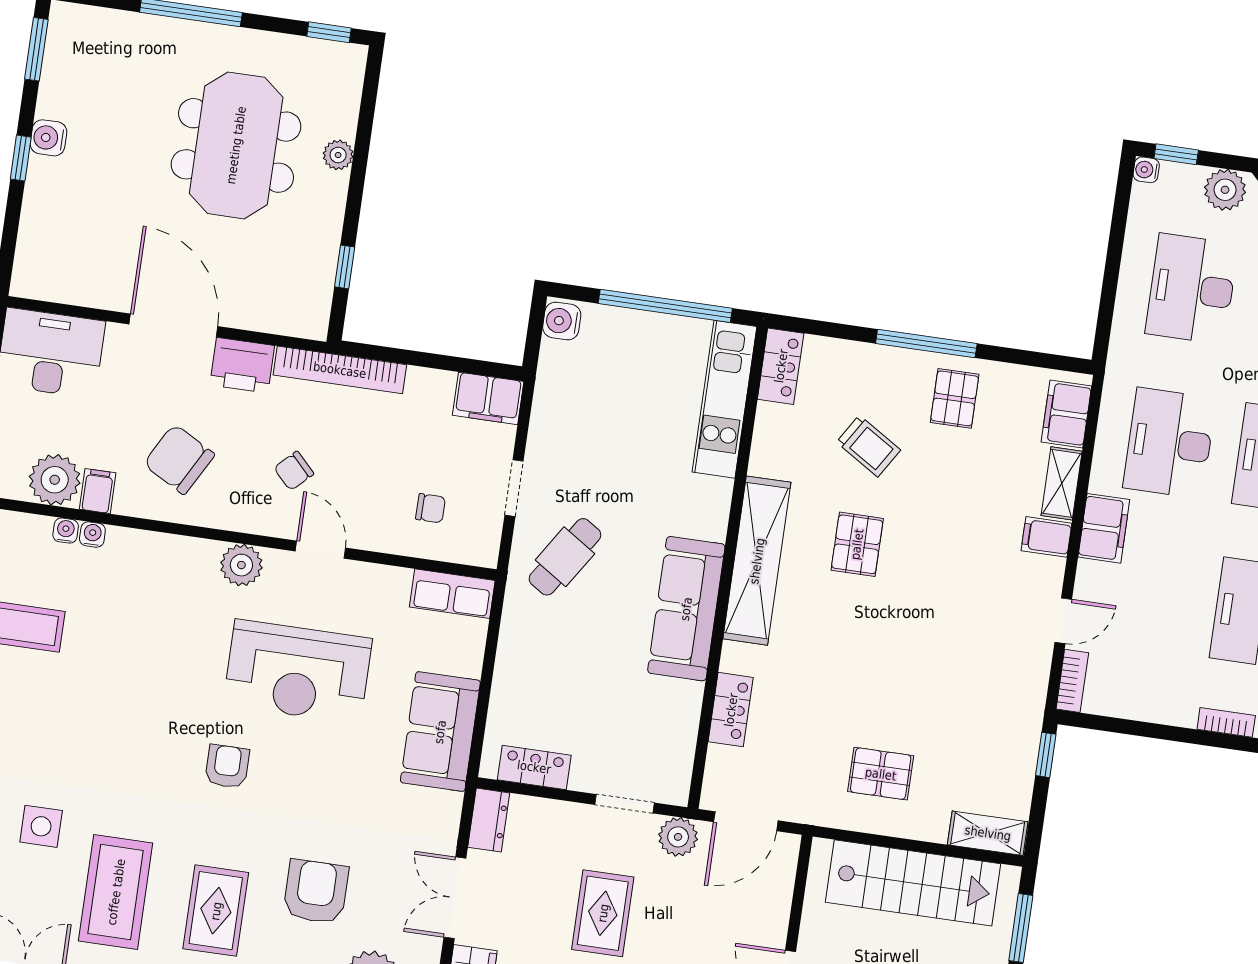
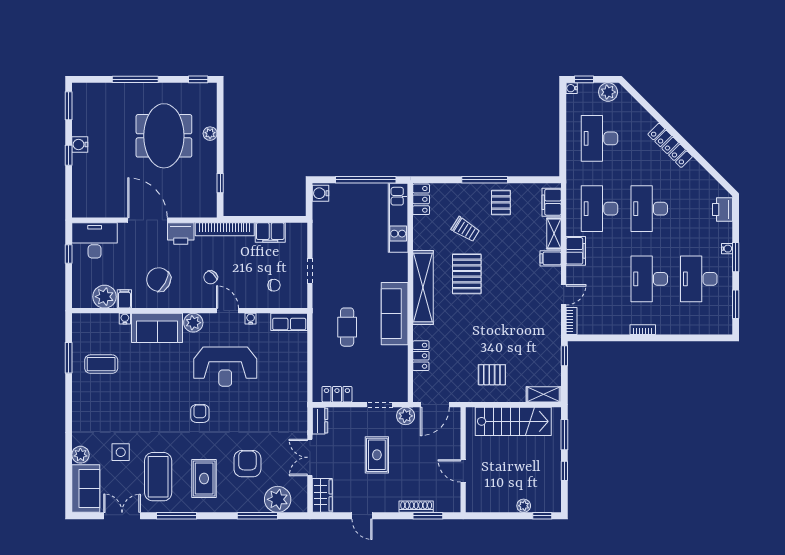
filing cabinet: (488, 398) -> (270, 233), moved
water cooler: (66, 531) -> (251, 319), moved
pallet: (857, 544) -> (467, 274), width x1.50, depth x1.42
cafe table: (565, 557) -> (347, 327), moved, turned -33
sofa: (440, 732) -> (157, 328), moved, turned -90

